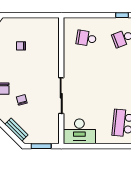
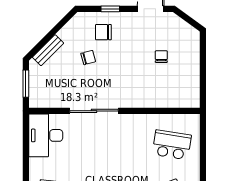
school desk: (86, 38) -> (172, 145), width x1.85

